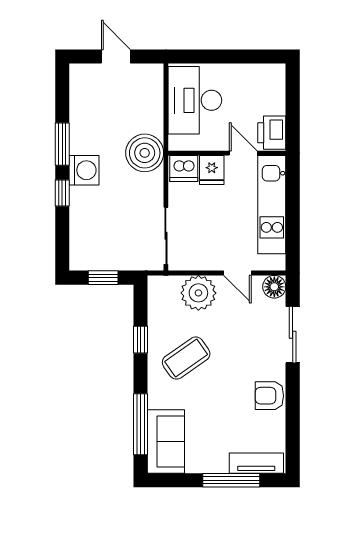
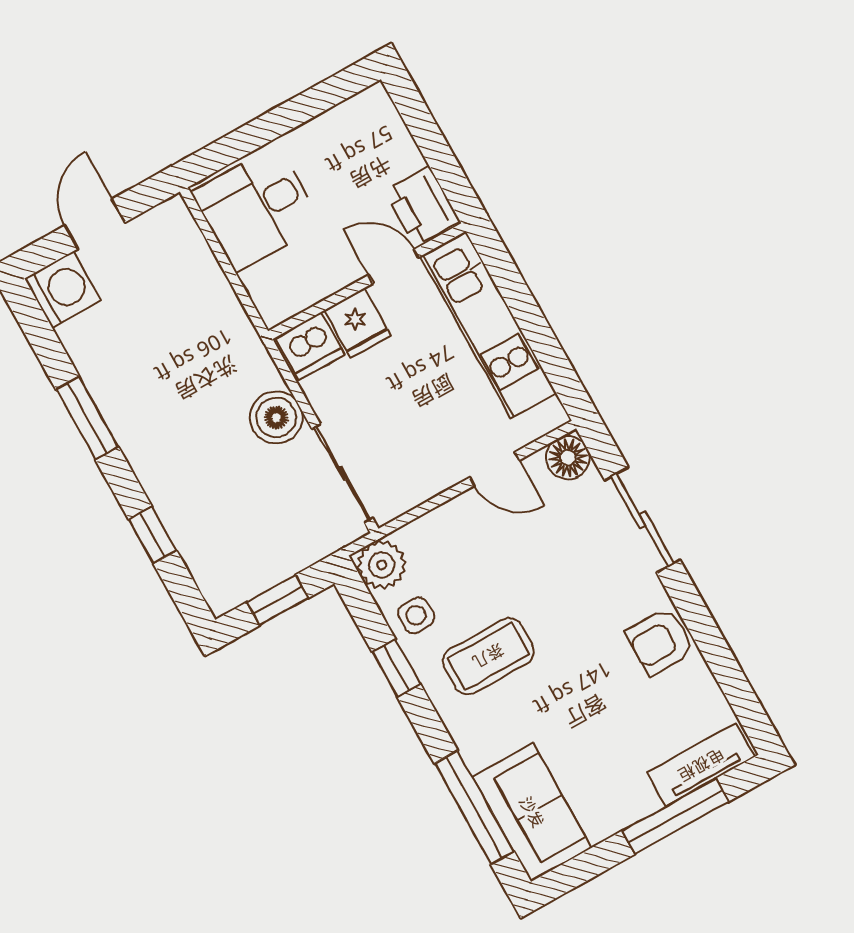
door: (116, 56) -> (95, 224), hinge flipped
desk: (195, 100) -> (257, 208), width x0.73
boiler: (145, 153) -> (276, 417), moved, width x0.73, depth x0.73
washing machine: (84, 170) -> (62, 289), moved
window: (62, 193) -> (153, 535), moved
plant: (198, 293) -> (382, 565), moved, width x0.73, depth x0.73
side table: (163, 320) -> (416, 615), added
coffee table: (186, 358) -> (488, 656), turned 35

